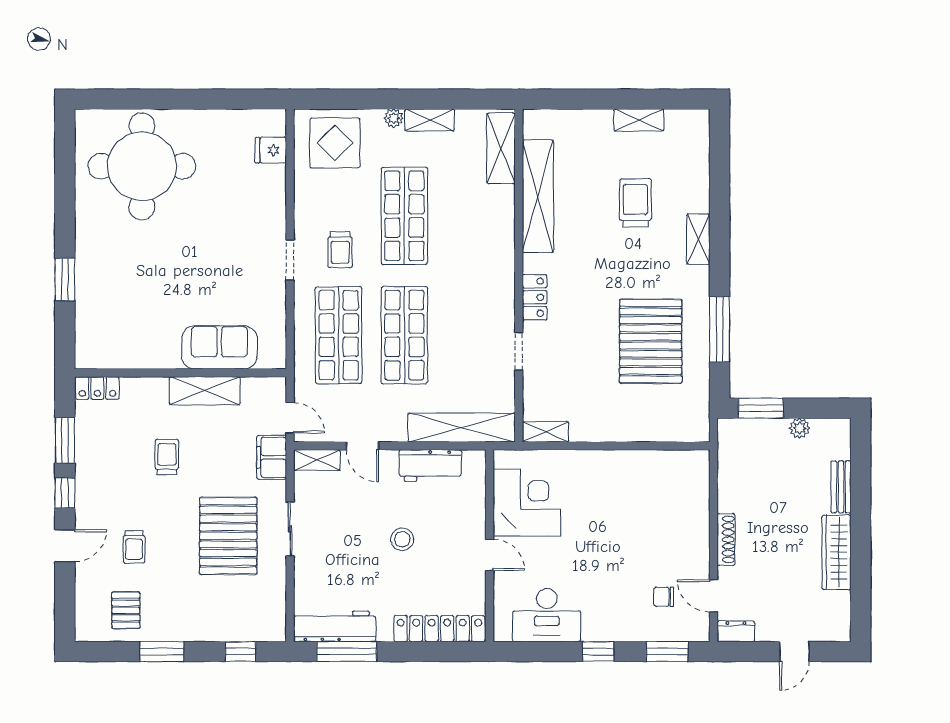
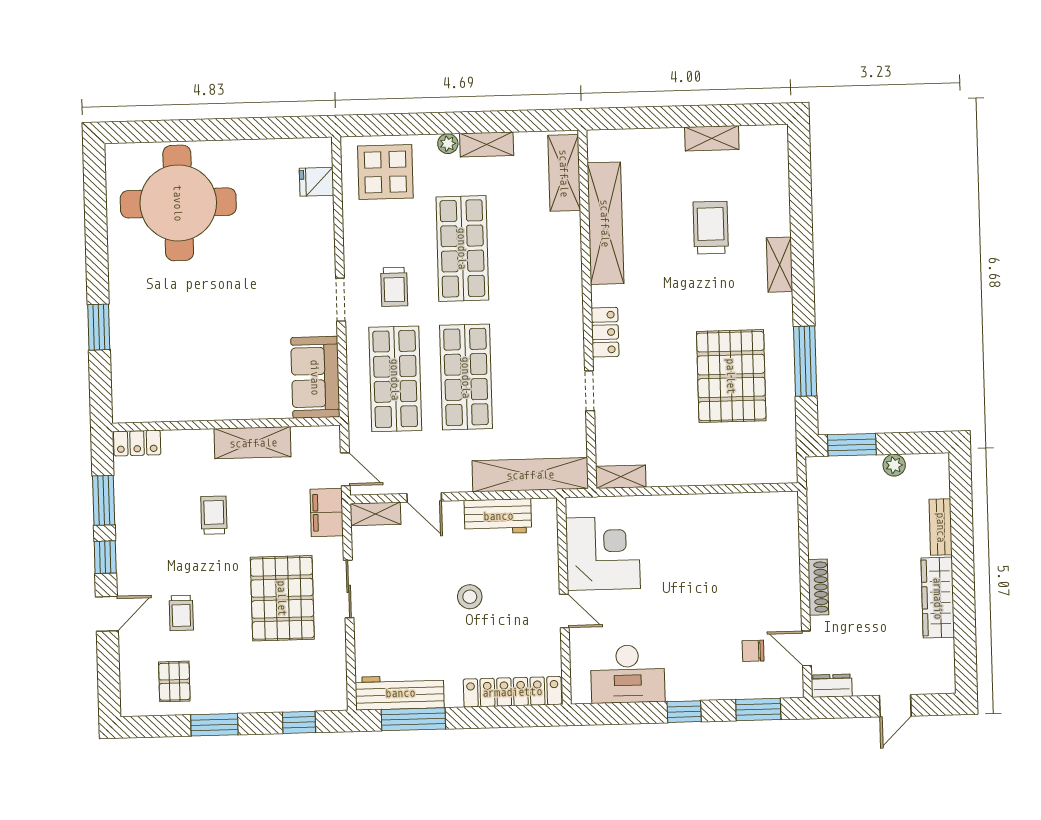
sofa: (219, 347) -> (315, 377), moved, turned -90

